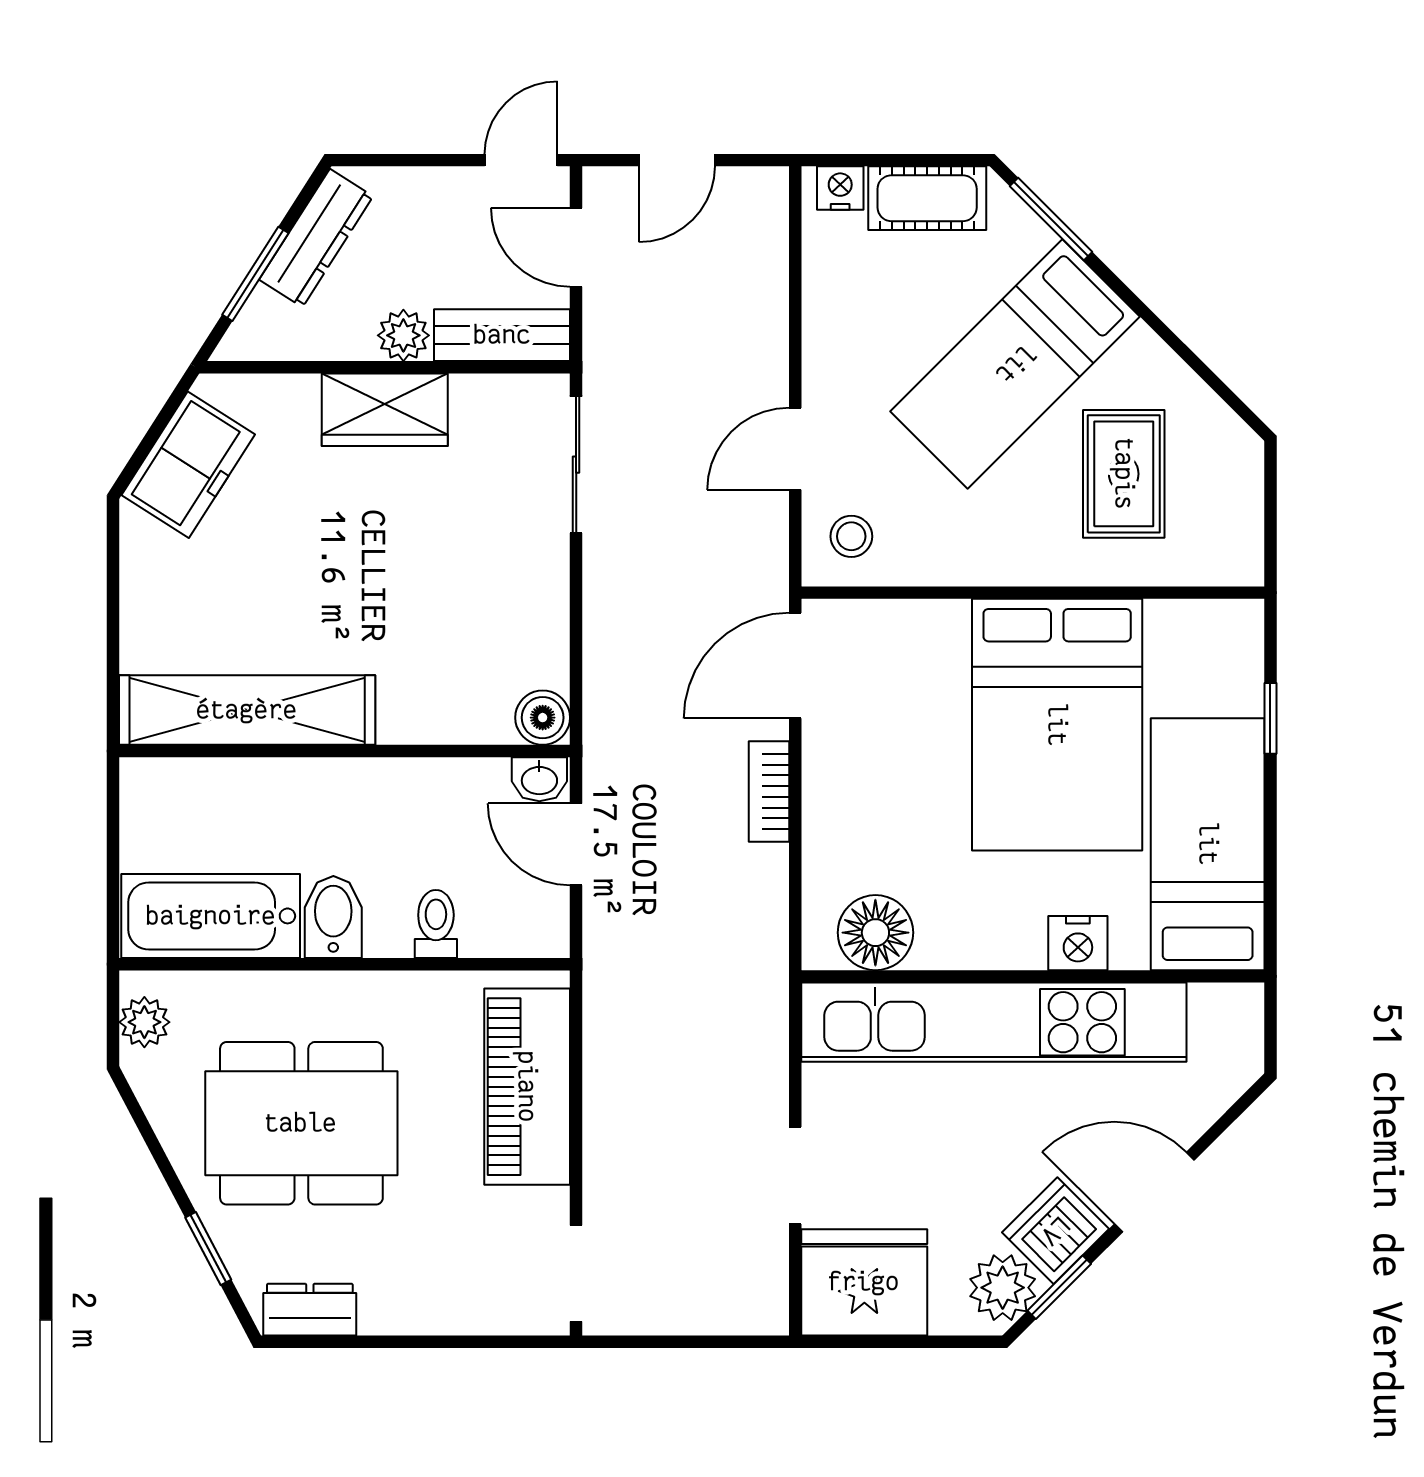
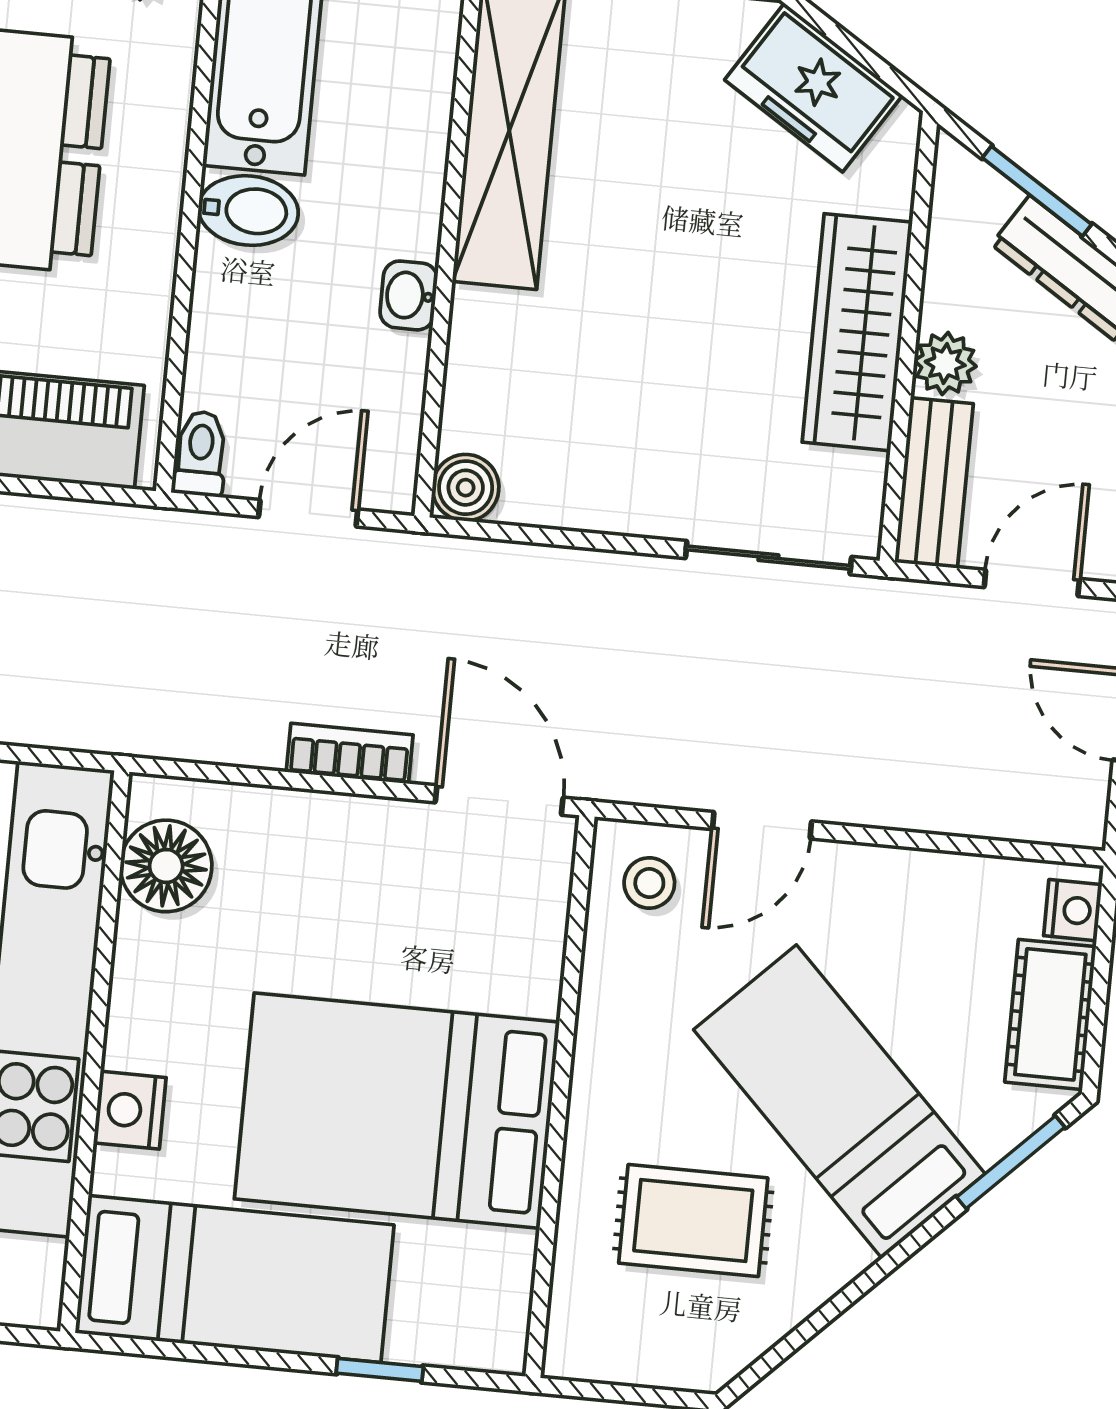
wardrobe: (385, 410) -> (857, 332), width x1.50
door: (795, 449) -> (762, 825), swing flipped
washbasin: (539, 779) -> (409, 295), moved
toilet: (436, 924) -> (200, 454), moved, turned -90

